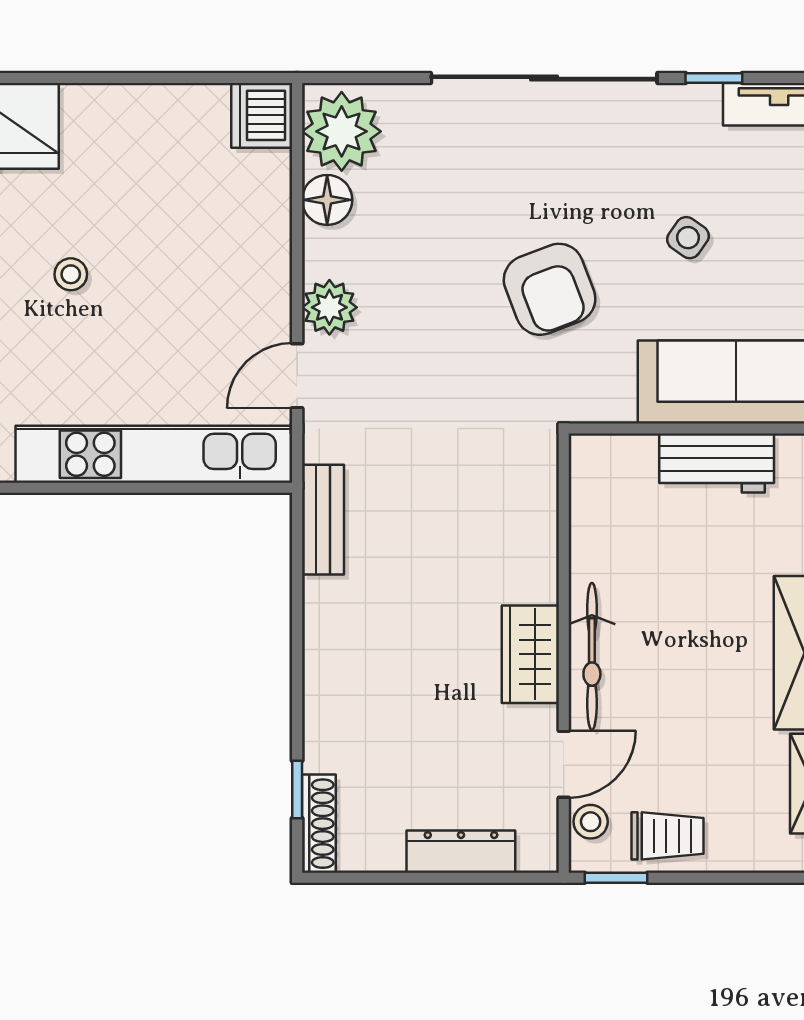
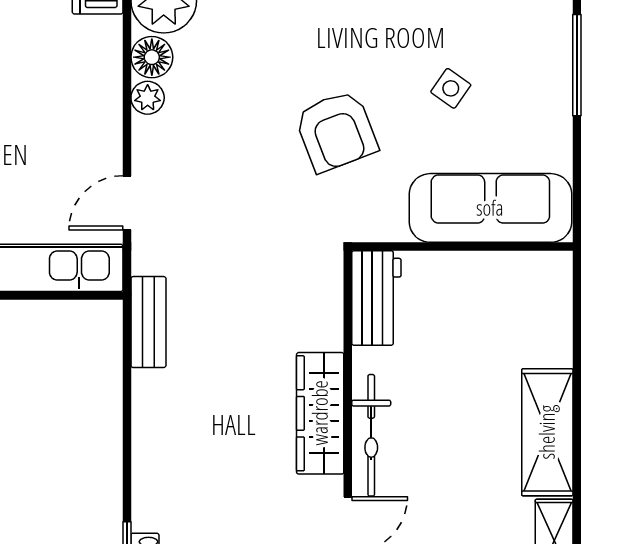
plant: (329, 307) -> (148, 98), moved, width x0.73, depth x0.73
workbench: (717, 463) -> (376, 298), moved, turned -90
wardrobe: (530, 654) -> (320, 413), width x1.50

